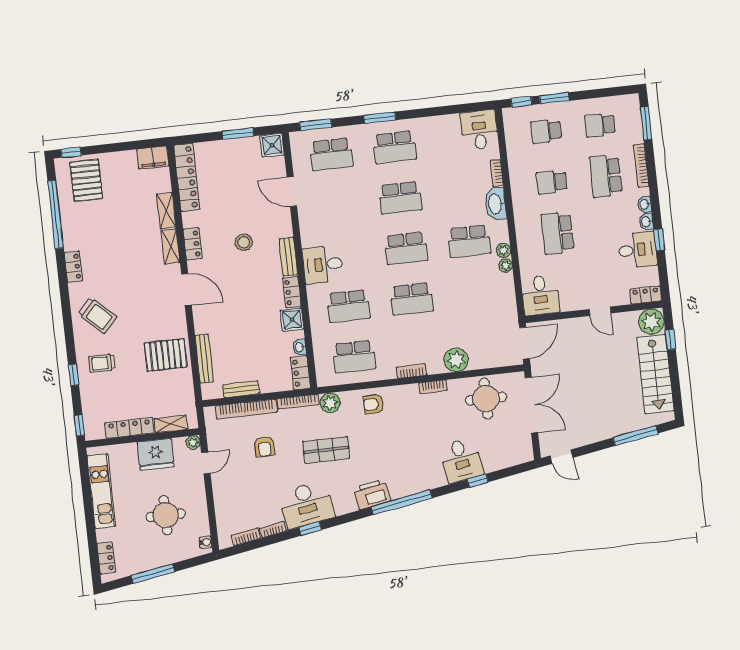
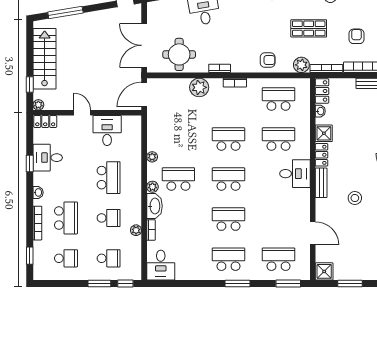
window: (646, 123) -> (30, 256), width x0.67
plant: (516, 171) -> (136, 230), added
washbasin: (646, 222) -> (38, 179), removed
plant: (503, 250) -> (152, 187), moved
desk: (540, 295) -> (107, 131), moved
plant: (651, 322) -> (38, 105), width x0.53, depth x0.53

